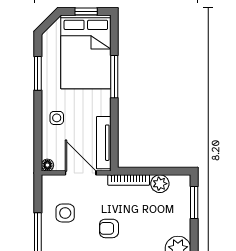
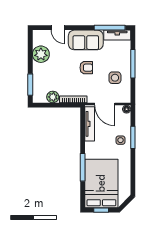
window: (38, 73) -> (133, 137), moved

